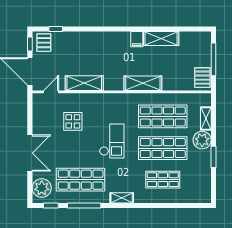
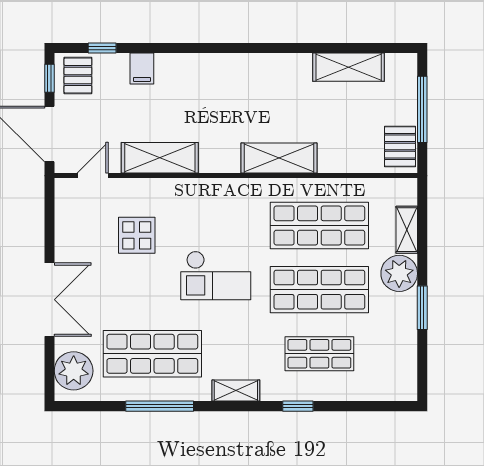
filing cabinet: (137, 39) -> (142, 69), moved
shelving: (161, 39) -> (349, 67), moved
checkout: (112, 141) -> (216, 276), turned 90
window: (51, 205) -> (298, 406), moved

